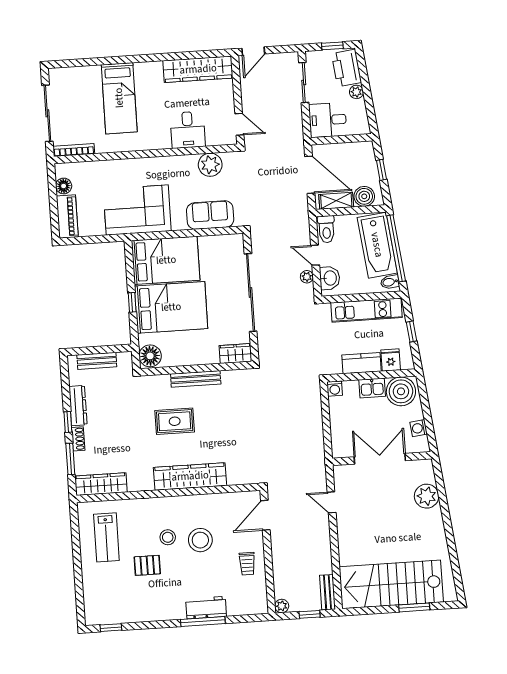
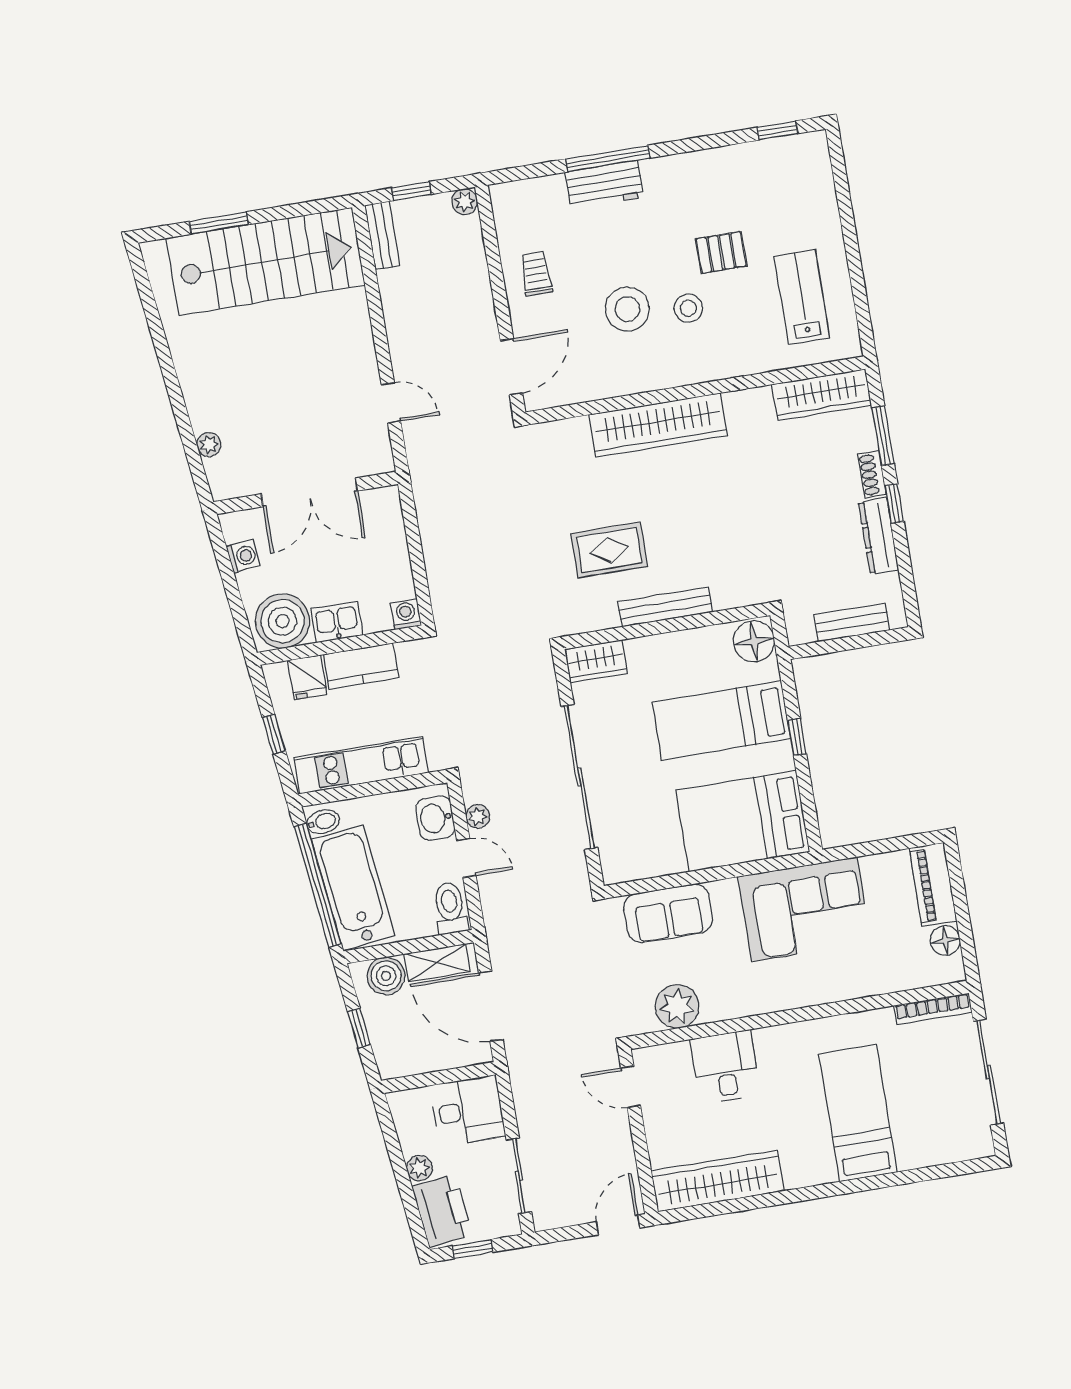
bed: (171, 307) -> (722, 720), width x0.67
rug: (175, 421) -> (609, 550), moved
plant: (427, 496) -> (209, 445), width x0.53, depth x0.53

